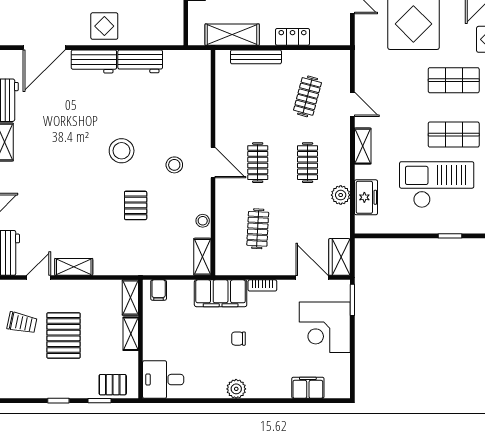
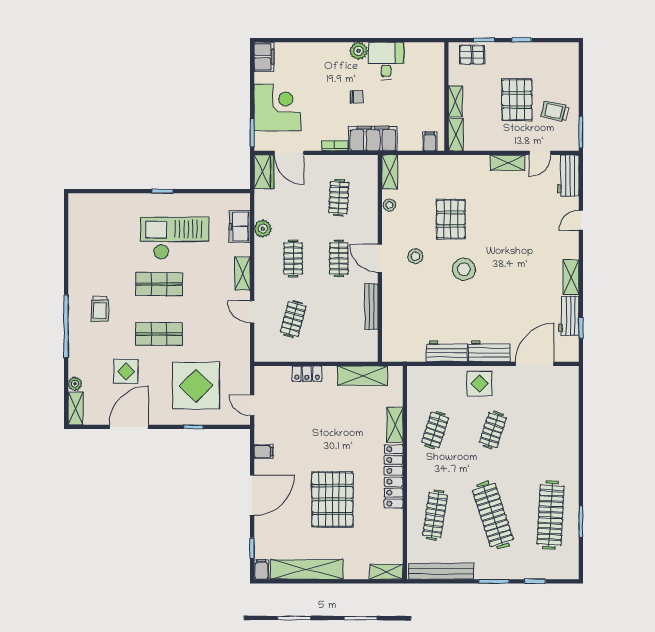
bench: (256, 57) -> (371, 307), moved, turned 90
checkout: (437, 185) -> (175, 238), turned 180
pallet: (136, 205) -> (451, 219), width x1.50, depth x1.42
desk: (163, 380) -> (386, 61), moved, turned -90
filing cabinet: (308, 388) -> (264, 57), moved, turned -90

